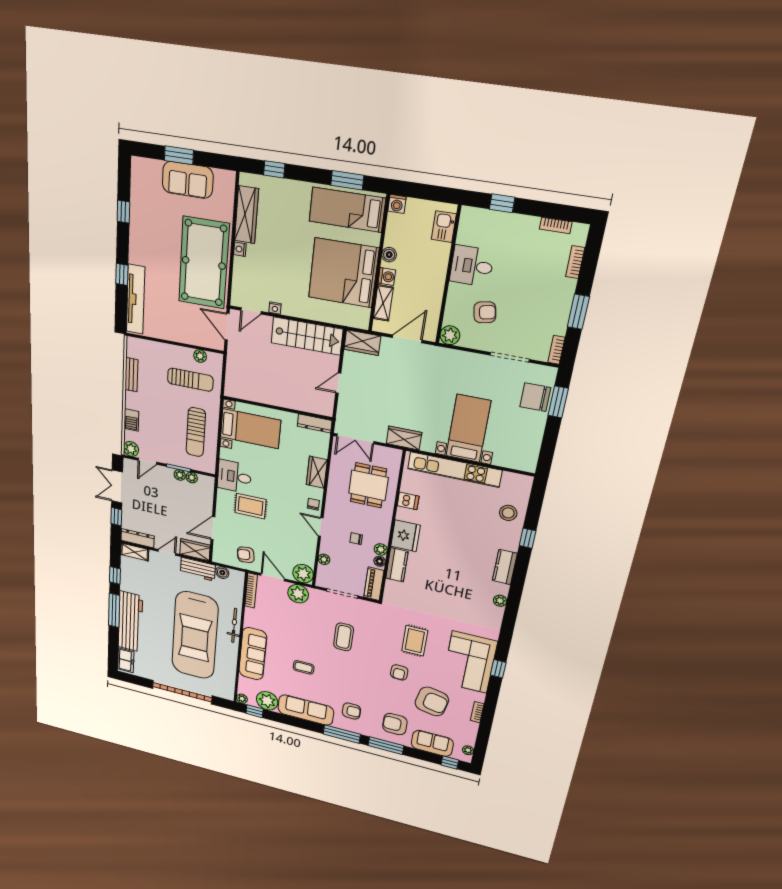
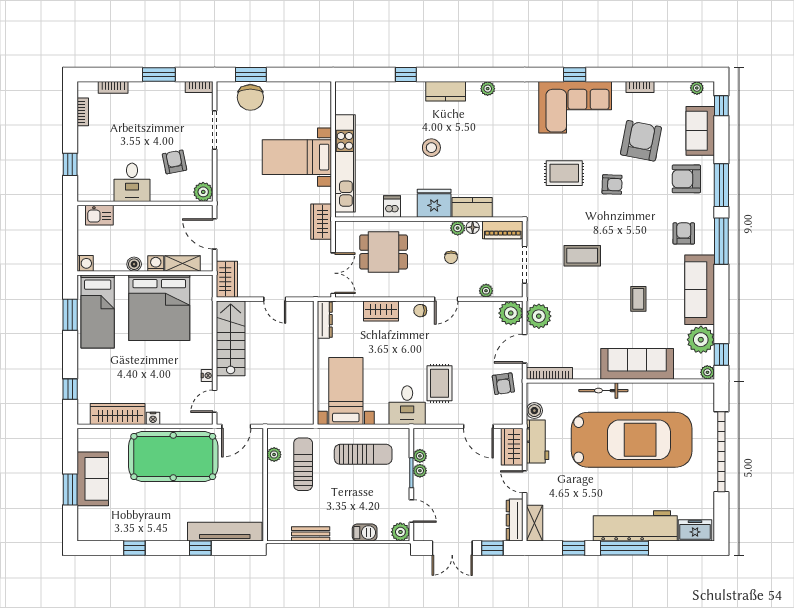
door: (251, 311) -> (215, 401), swing flipped
stool: (508, 513) -> (431, 148), moved
armchair: (395, 724) -> (686, 179), turned 90

